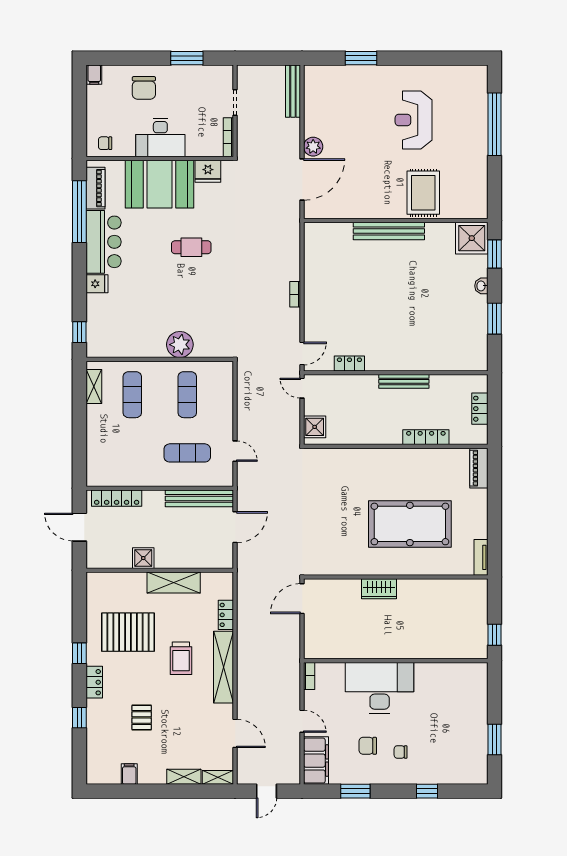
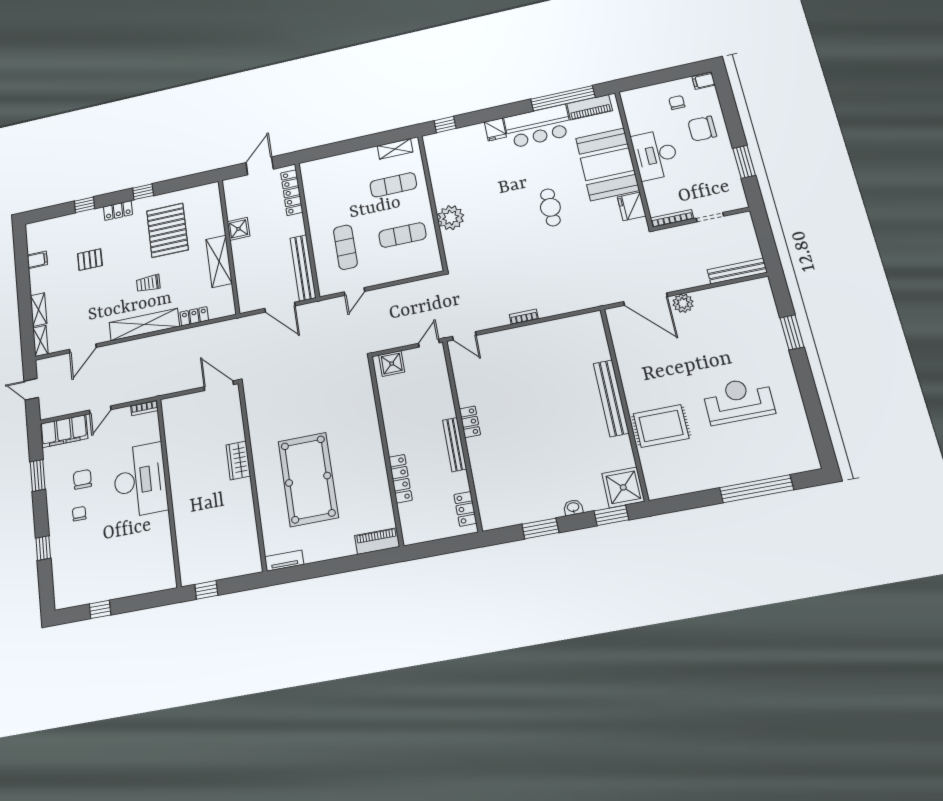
chair: (105, 143) -> (677, 103), moved
locker: (349, 364) -> (470, 422), moved
locker: (480, 409) -> (465, 509), moved, turned -90
trolley: (181, 658) -> (148, 283), width x0.73, depth x0.72
window: (494, 740) -> (100, 609), width x0.67

